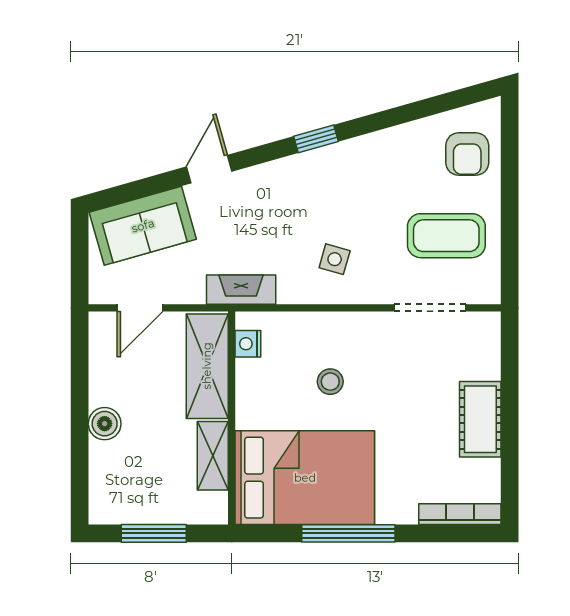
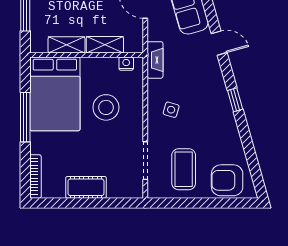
armchair: (467, 154) -> (227, 180), width x1.38, depth x1.38
shelving: (207, 366) -> (105, 45), width x0.67, depth x0.75
stool: (330, 382) -> (106, 107), width x1.89, depth x1.89

